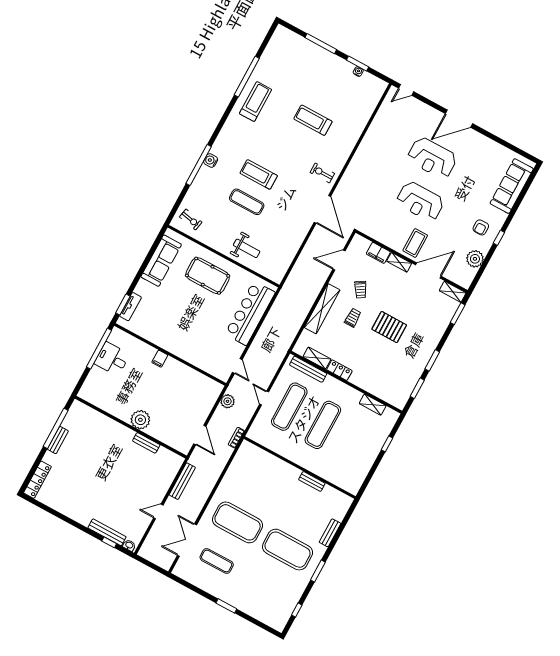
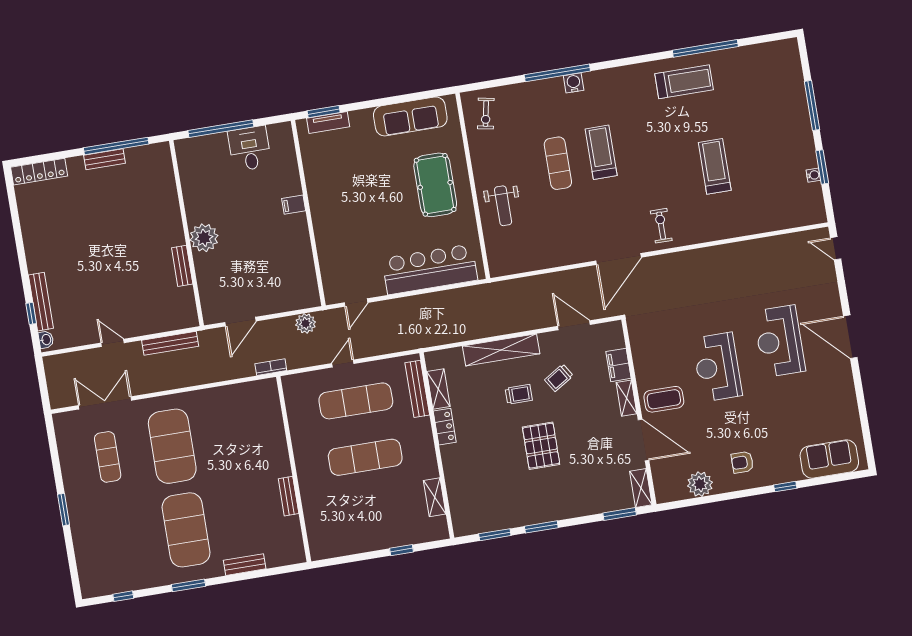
sofa: (512, 186) -> (829, 459), width x0.73
window: (499, 238) -> (785, 487), moved
window: (99, 349) -> (221, 129), moved

